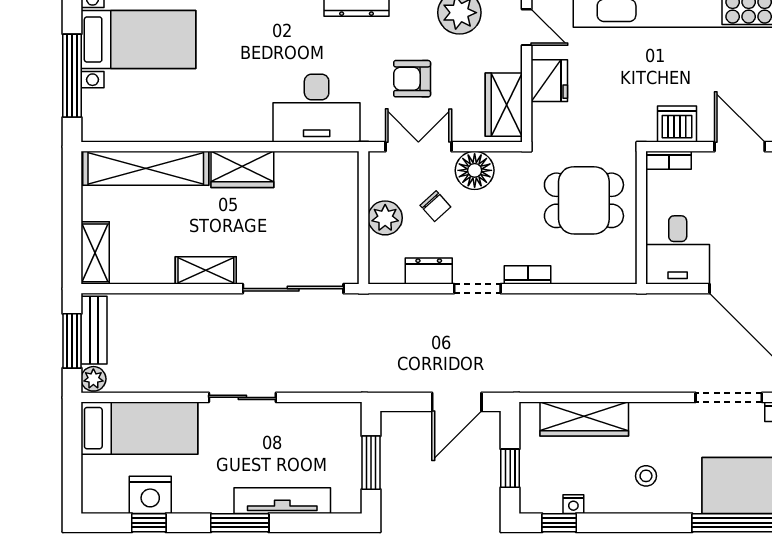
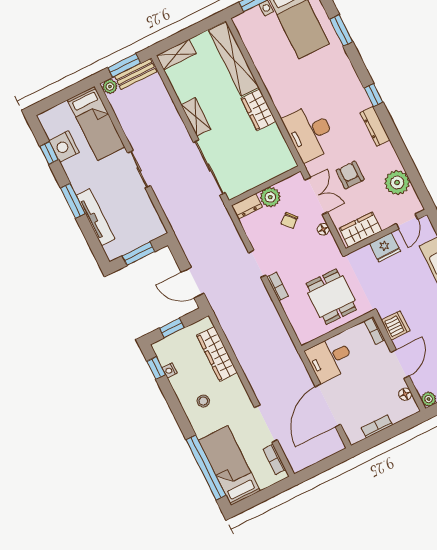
floor lamp: (475, 170) -> (323, 229), width x0.53, depth x0.53
dresser: (429, 271) -> (247, 206), moved, turned 90

